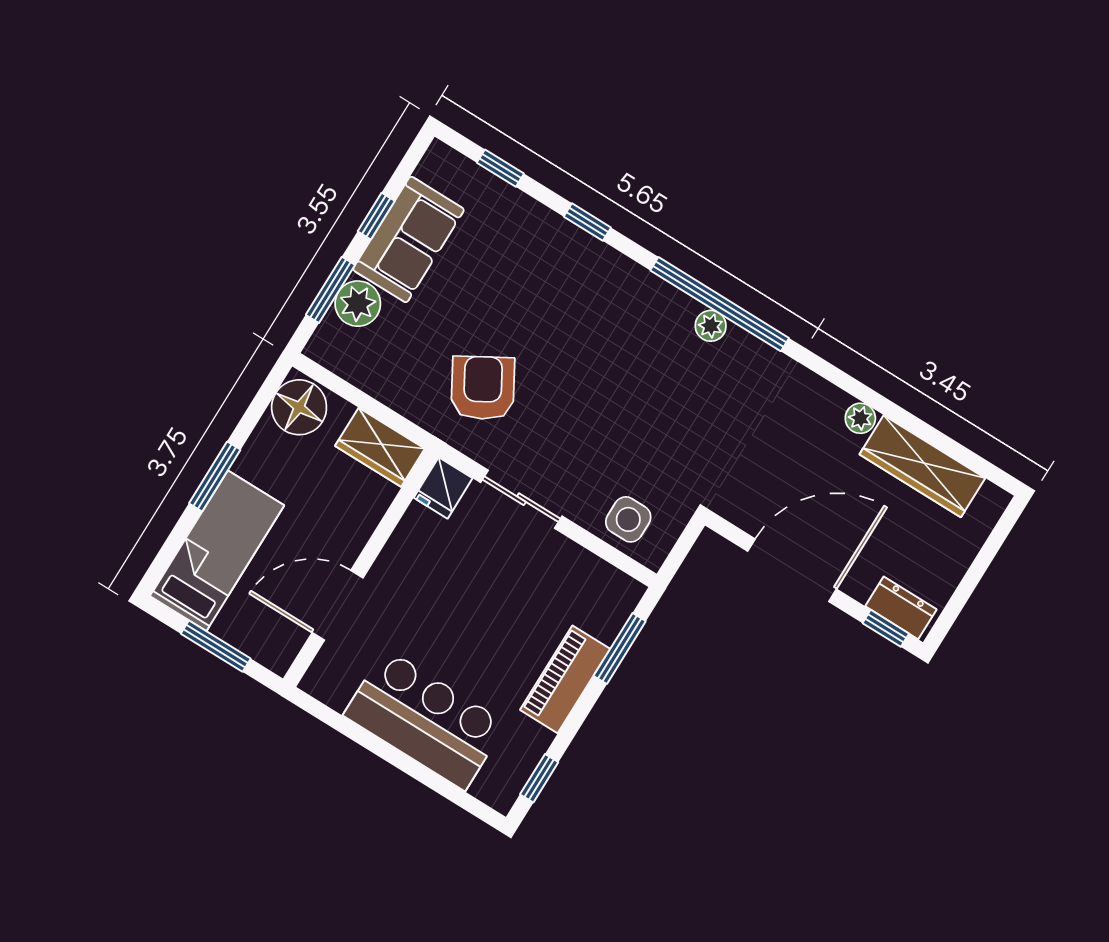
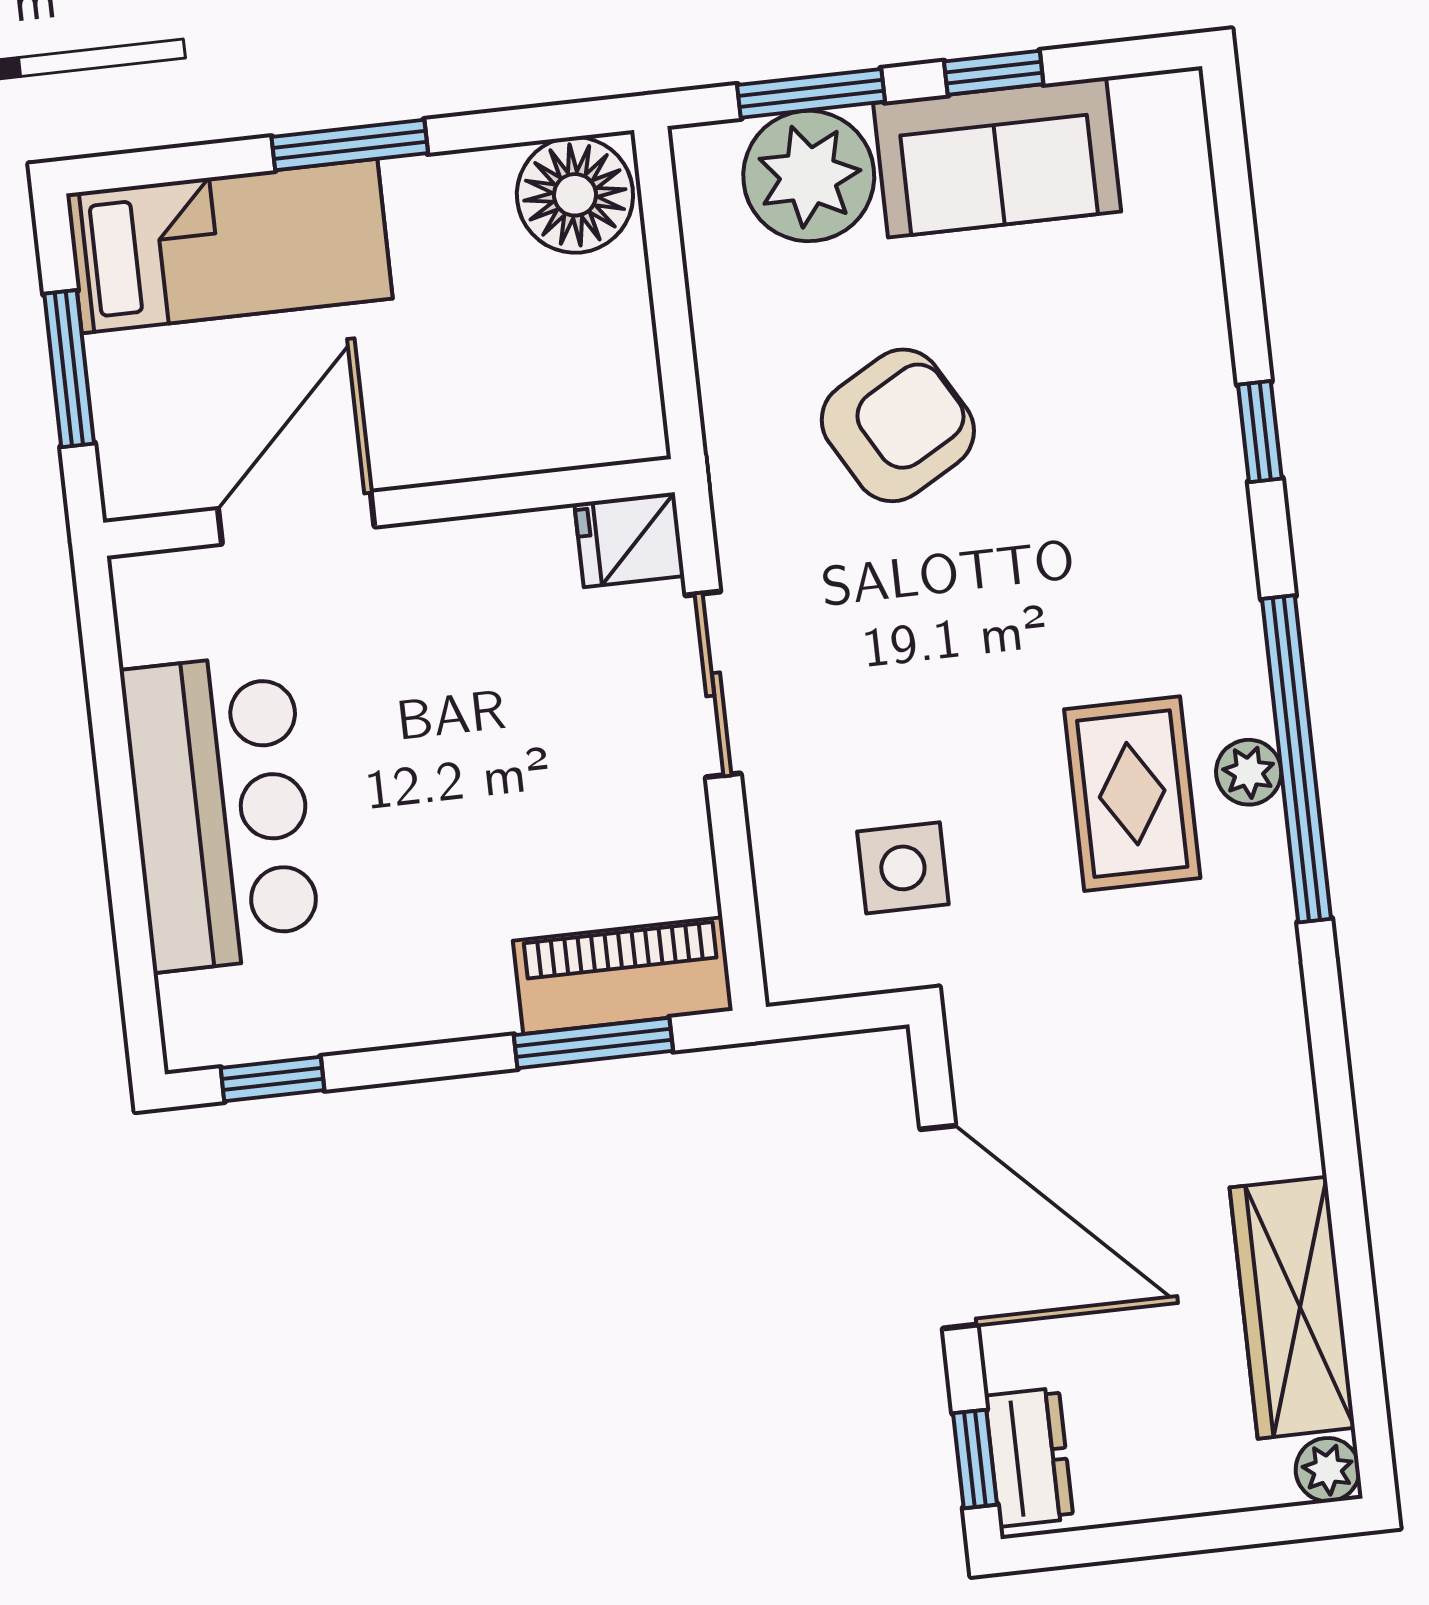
window: (500, 168) -> (1236, 217), removed
plant: (358, 304) -> (809, 176), width x1.36, depth x1.36
rug: (685, 375) -> (1132, 794), added
armchair: (483, 388) -> (898, 425), moved
plant: (860, 418) -> (1328, 1470), moved
wardrobe: (380, 447) -> (614, 381), removed
side table: (628, 519) -> (903, 868), moved
door: (338, 605) -> (296, 518), hinge flipped
piano: (565, 679) -> (623, 976), moved

